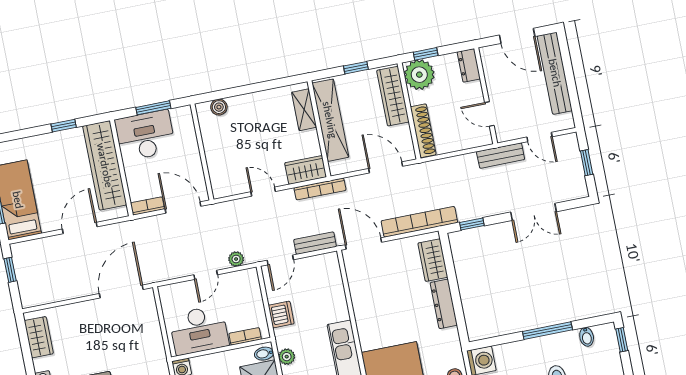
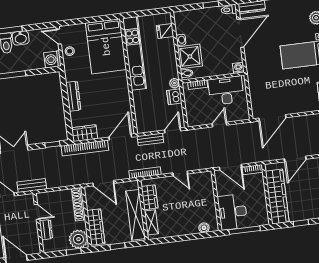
dresser: (469, 65) -> (46, 230), moved
window: (153, 108) -> (245, 230), width x1.44
desk: (145, 135) -> (233, 212), moved, turned 90
wardrobe: (306, 170) -> (150, 197), moved, turned -90
door: (364, 244) -> (120, 137), swing flipped
plant: (236, 259) -> (200, 133), removed
wardrobe: (433, 260) -> (85, 133), moved, turned -90
plant: (287, 357) -> (174, 83), moved

